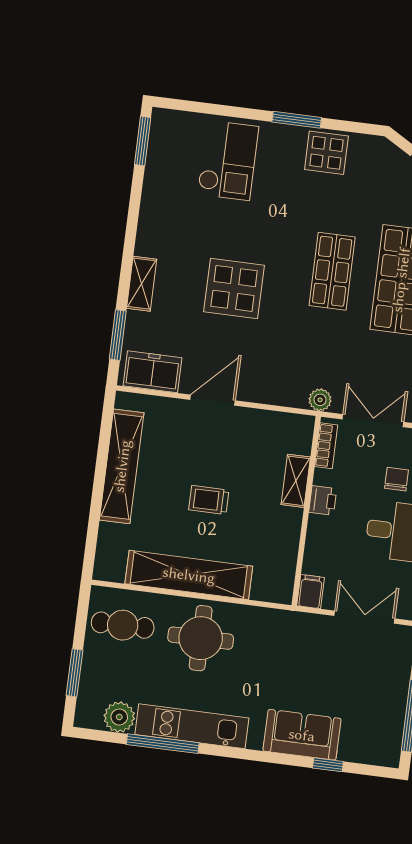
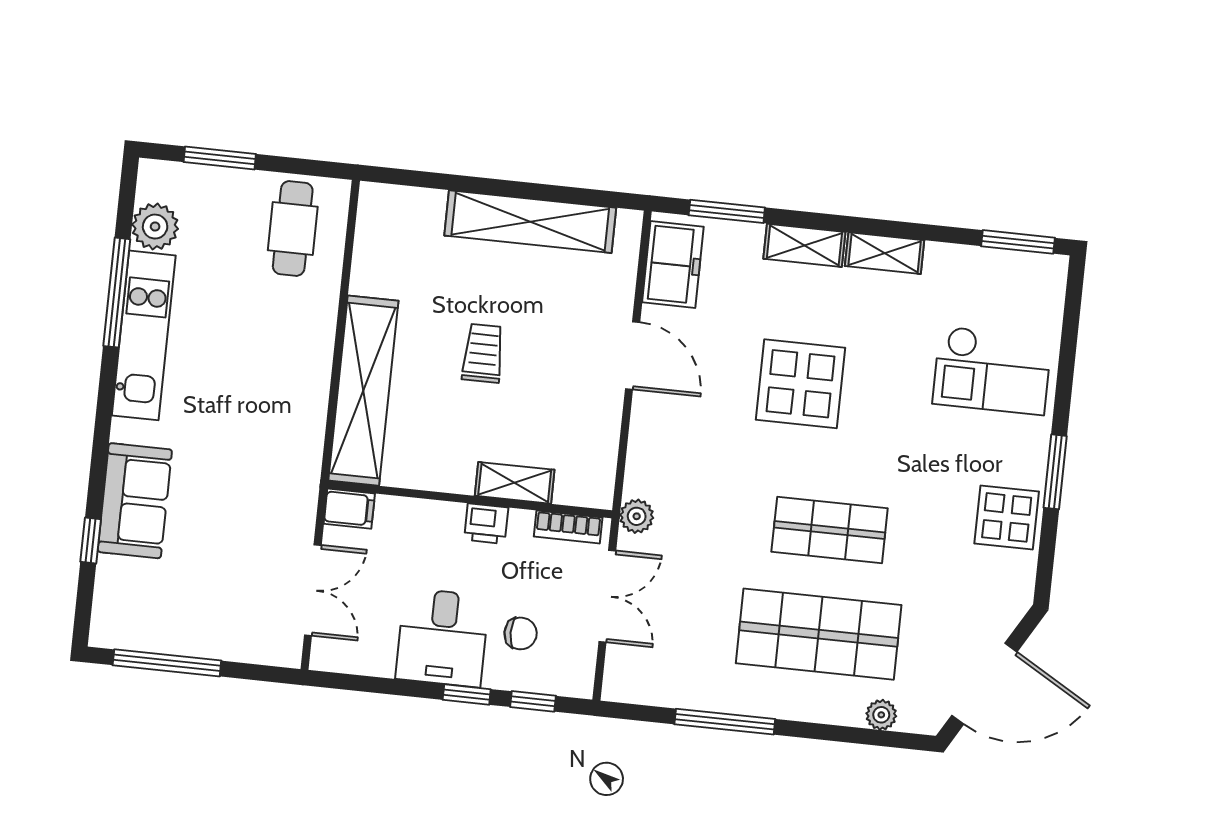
shelving: (148, 230) -> (885, 253), added
shelving: (189, 575) -> (363, 391), moved
round table: (201, 638) -> (276, 346), removed

